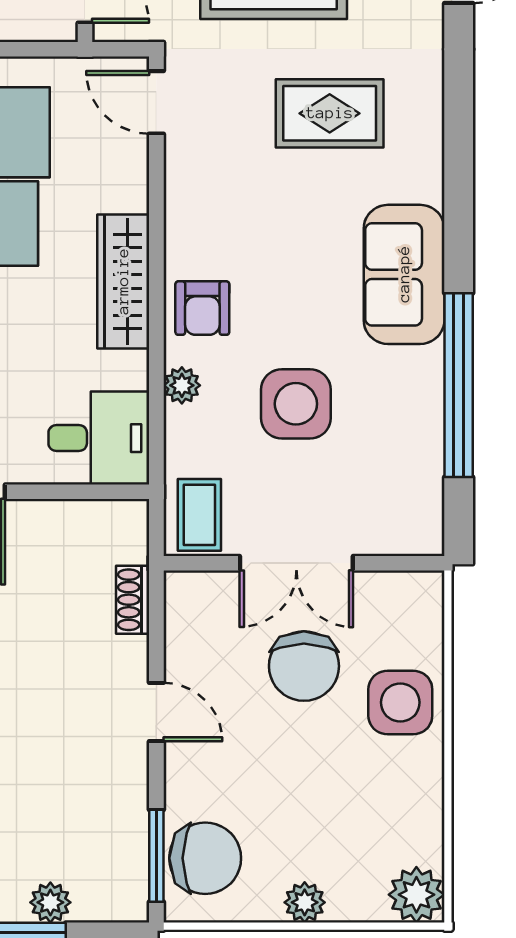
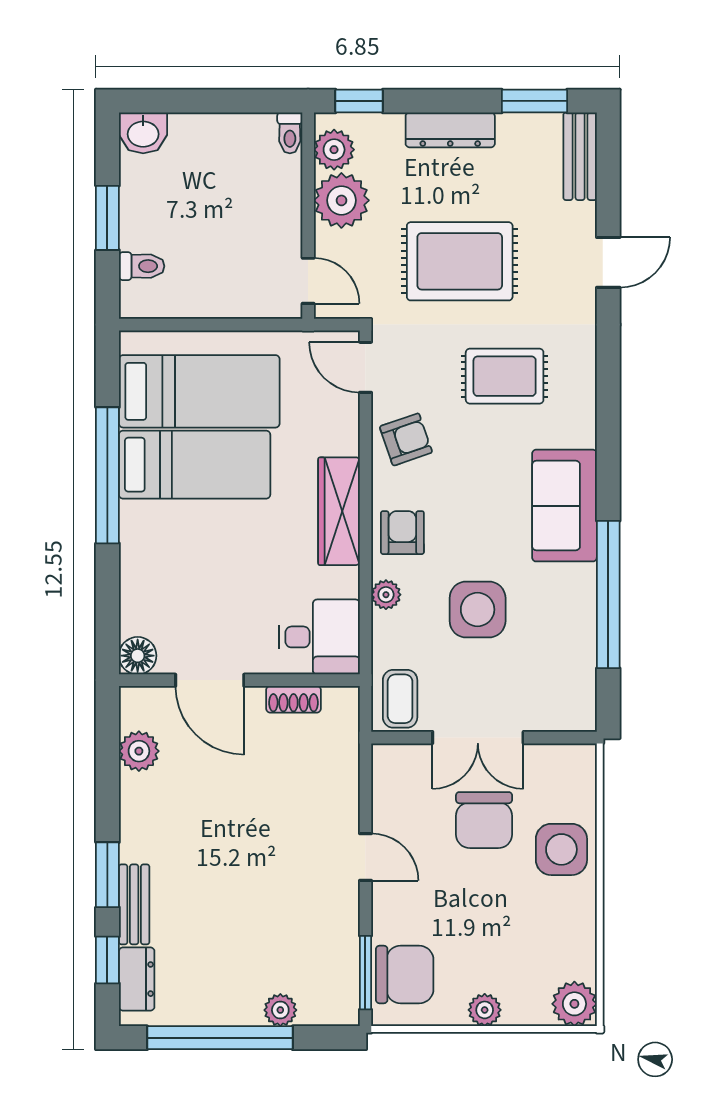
armchair: (207, 192) -> (406, 439), added
armchair: (202, 308) -> (402, 533), turned 180
shoe rack: (133, 600) -> (294, 699), moved, turned -90

